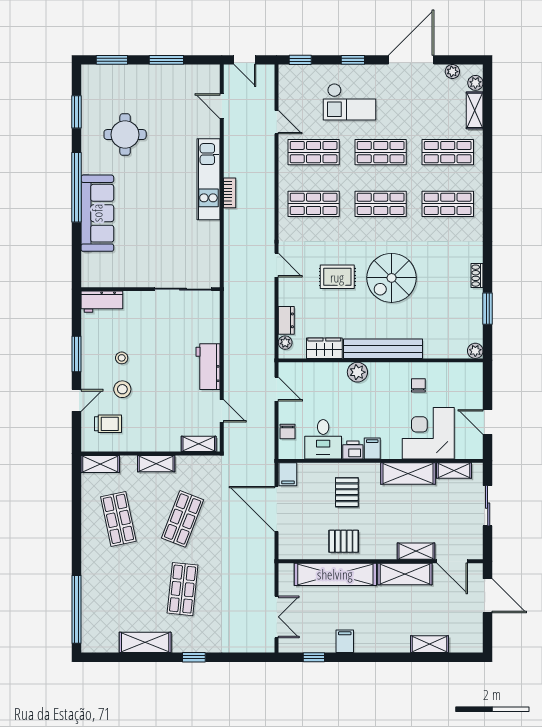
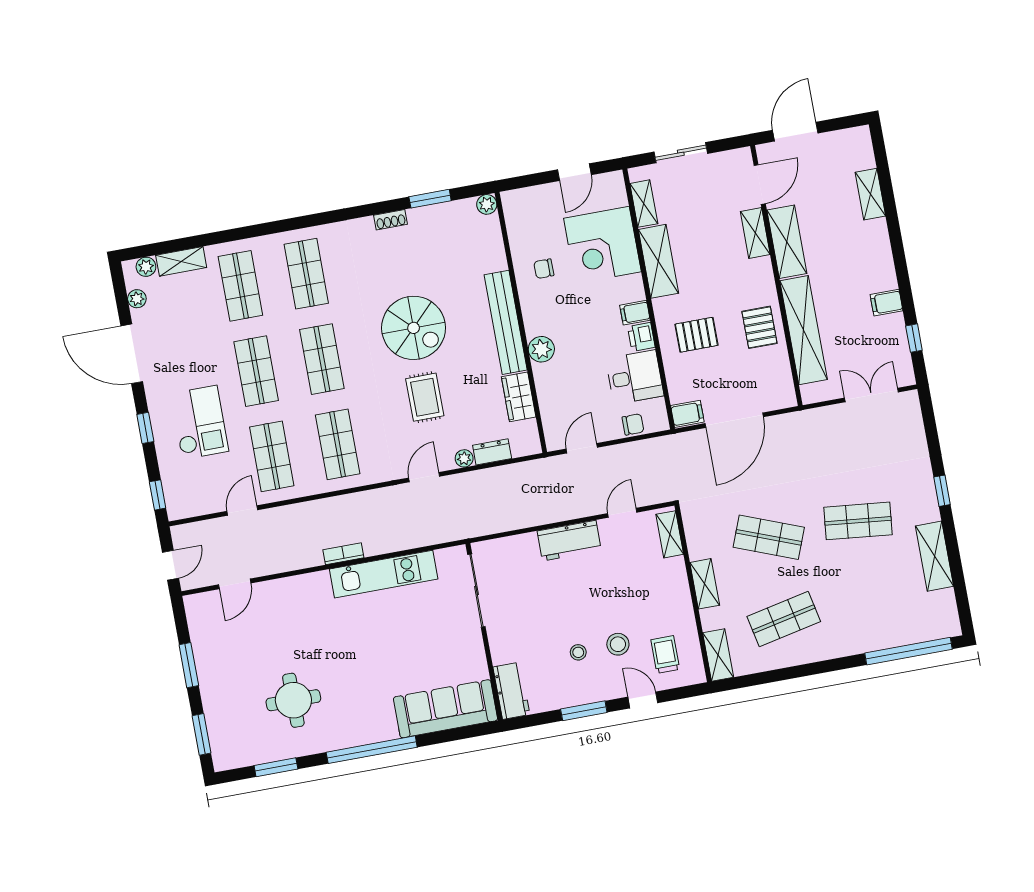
kitchen unit: (208, 179) -> (384, 574), moved
sofa: (97, 213) -> (445, 709), moved
plant: (285, 343) -> (464, 458), moved

